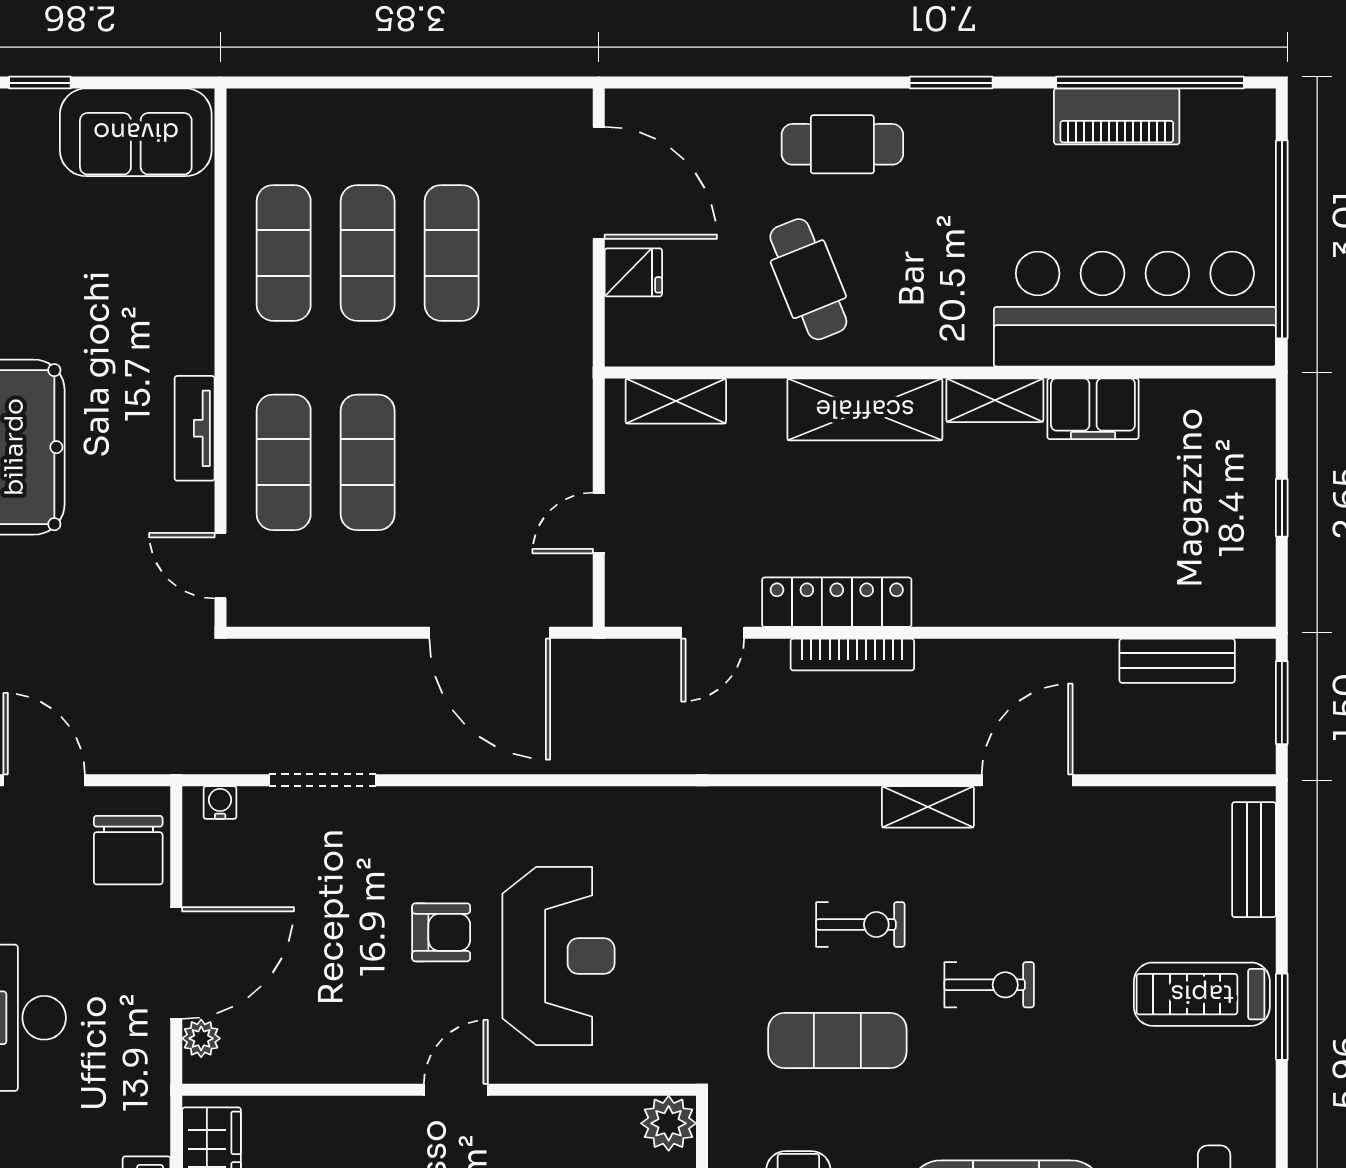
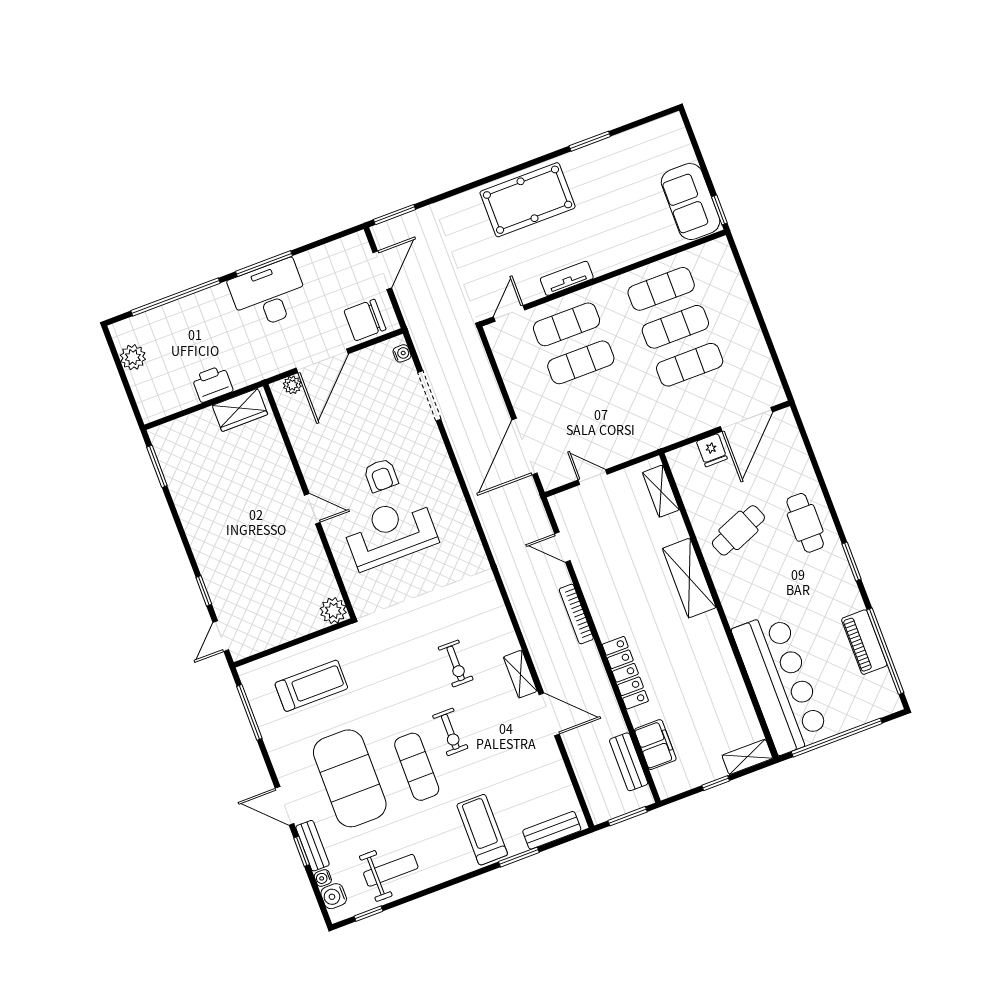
window: (40, 83) -> (719, 210), moved
shelving: (995, 400) -> (747, 757), moved, turned 90
filing cabinet: (1093, 409) -> (655, 745), moved, turned 180
locker: (837, 602) -> (625, 673), moved
reception desk: (559, 956) -> (390, 532), turned 180
door: (176, 963) -> (322, 361), hinge flipped
window: (1282, 1017) -> (519, 857), moved
exercise mat: (837, 1040) -> (417, 767), moved

